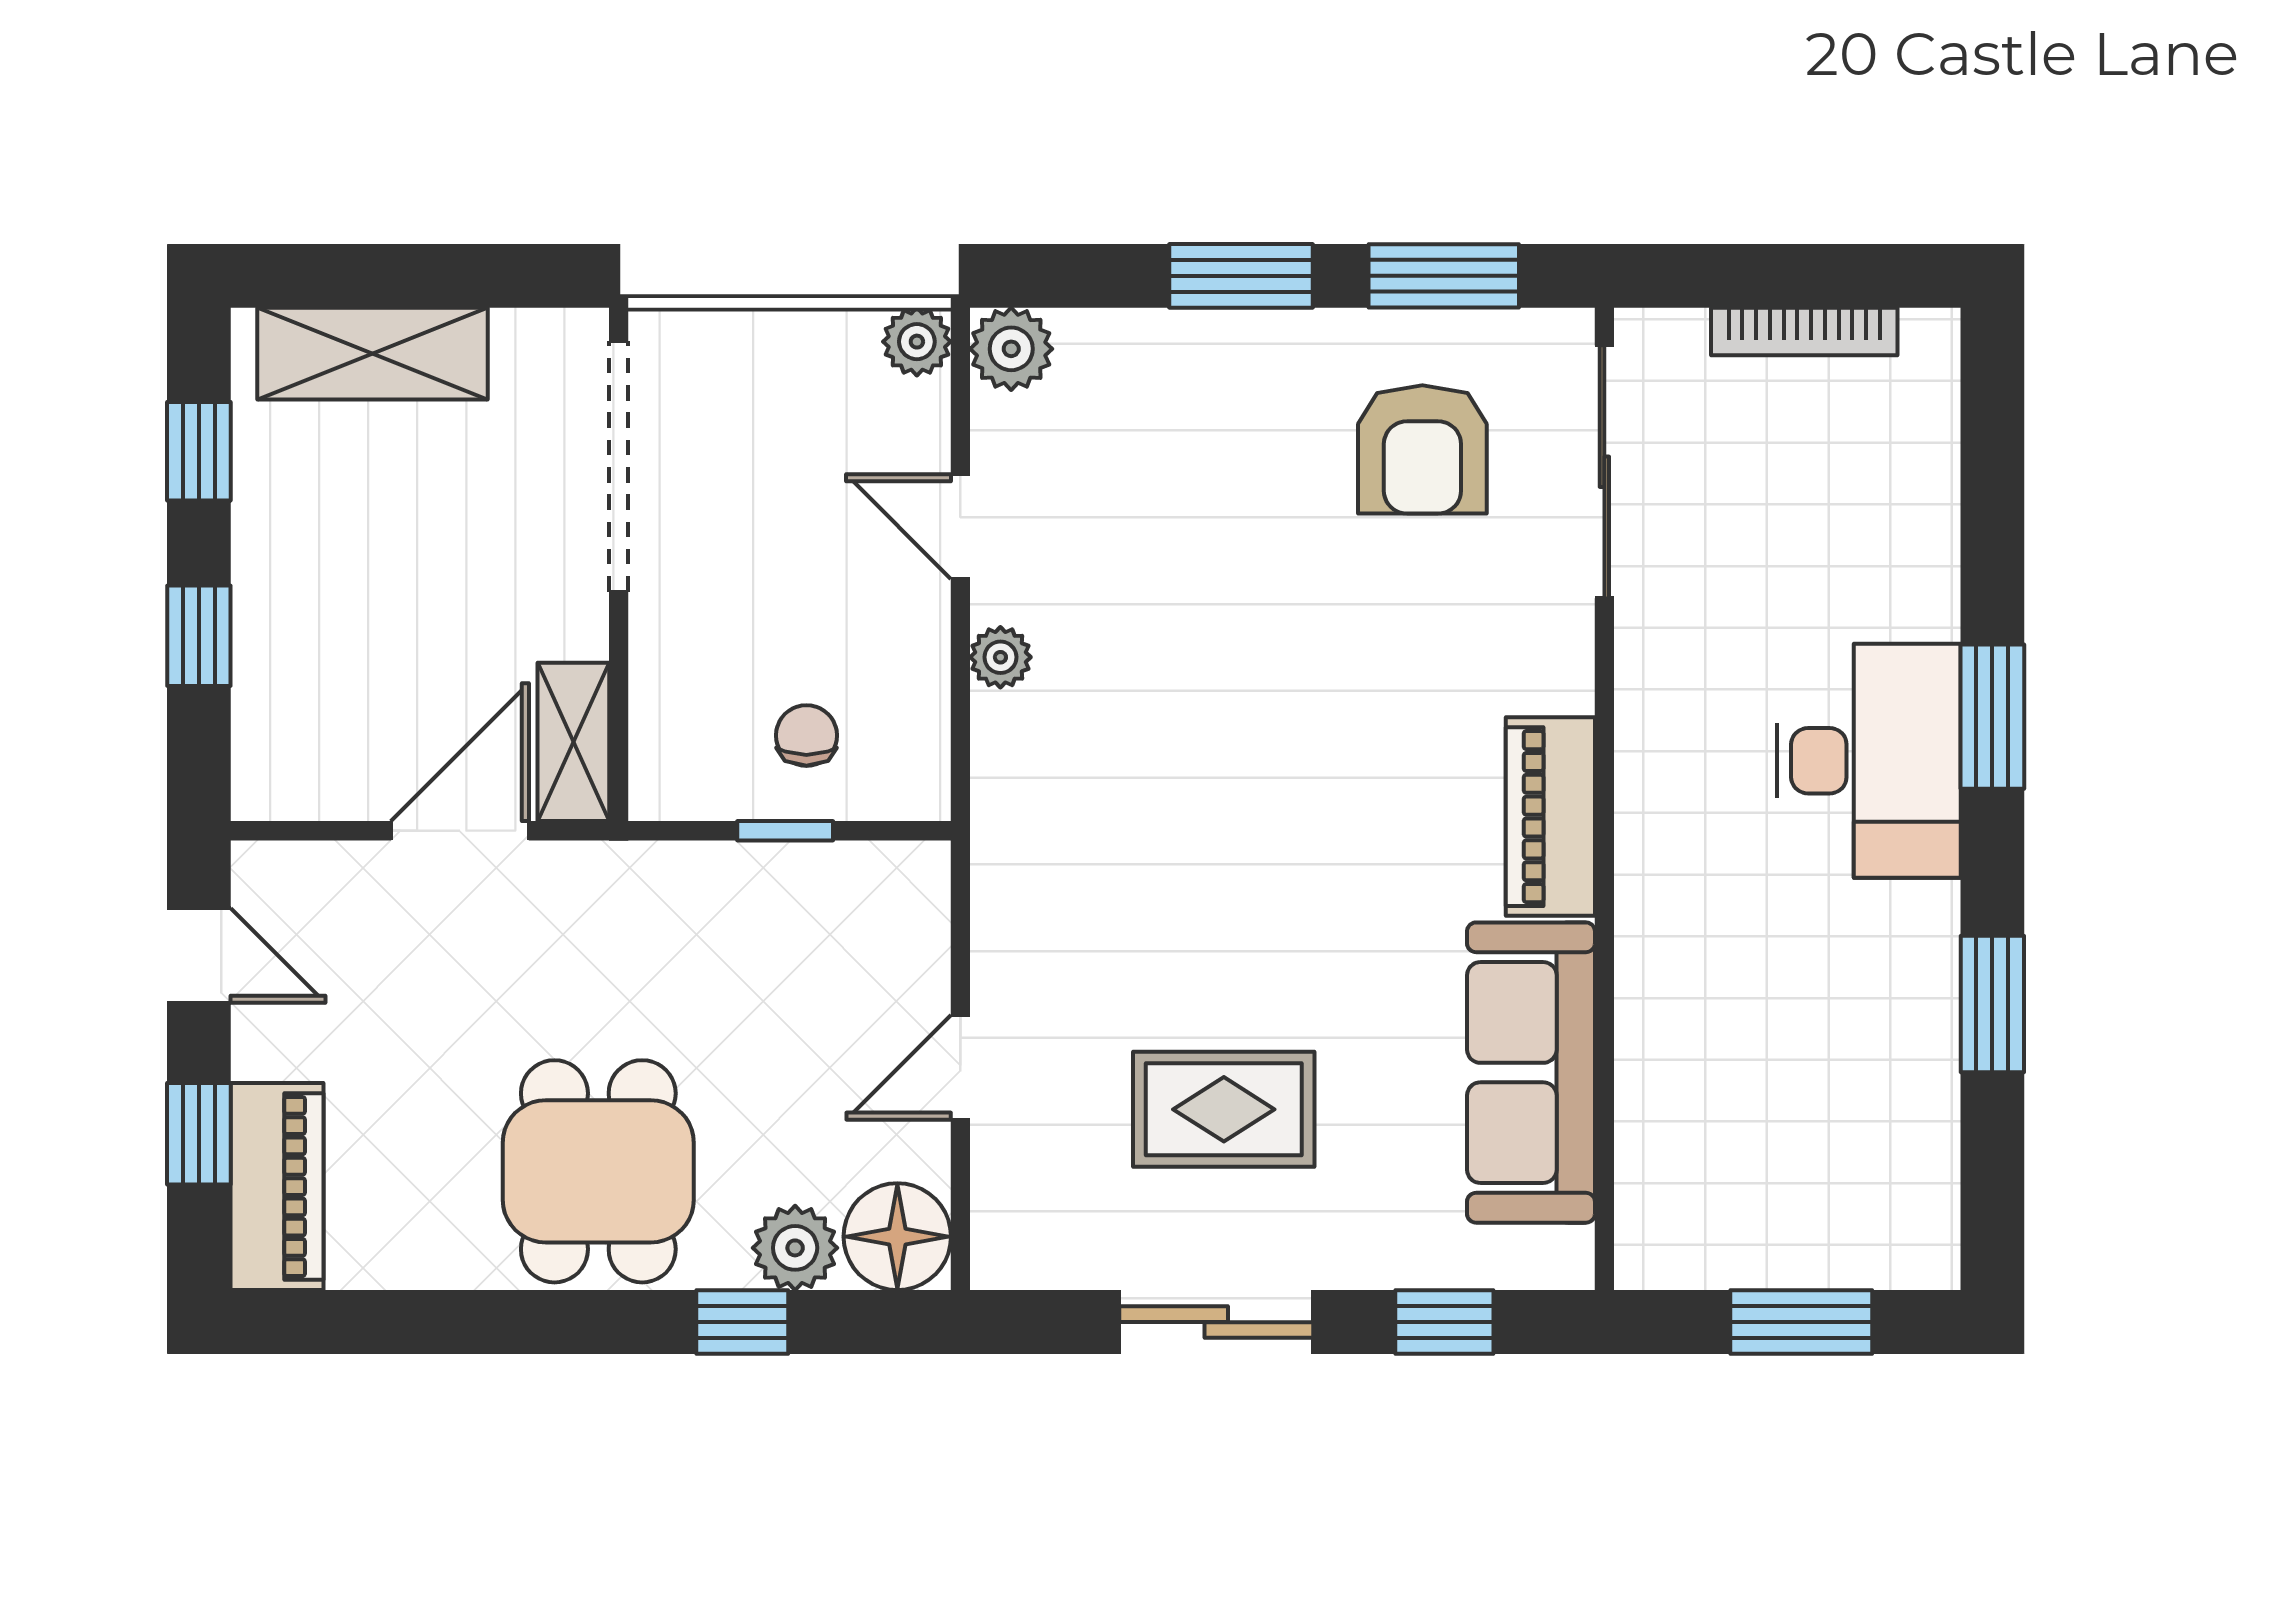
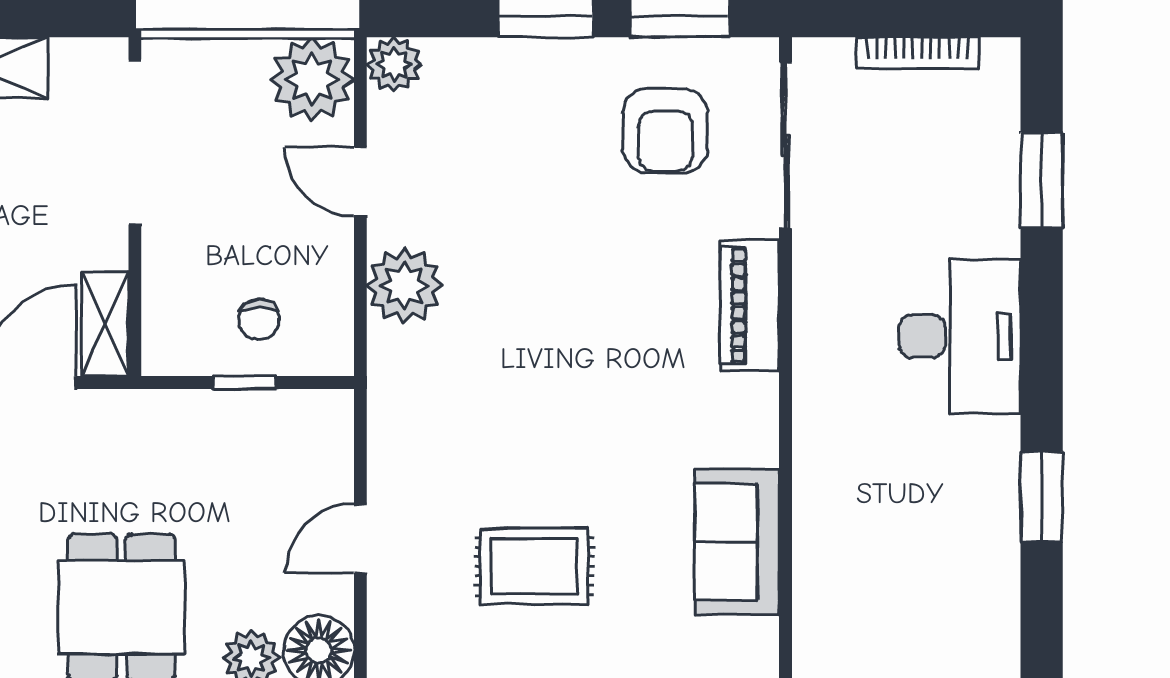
plant: (917, 342) -> (312, 79), width x1.88, depth x1.88
plant: (1000, 657) -> (404, 286), width x1.88, depth x1.88
window: (1992, 717) -> (1042, 180), moved
chair: (806, 735) -> (259, 320), turned 180
piano: (1550, 817) -> (750, 306), moved
sofa: (1531, 1073) -> (737, 542), width x0.73

